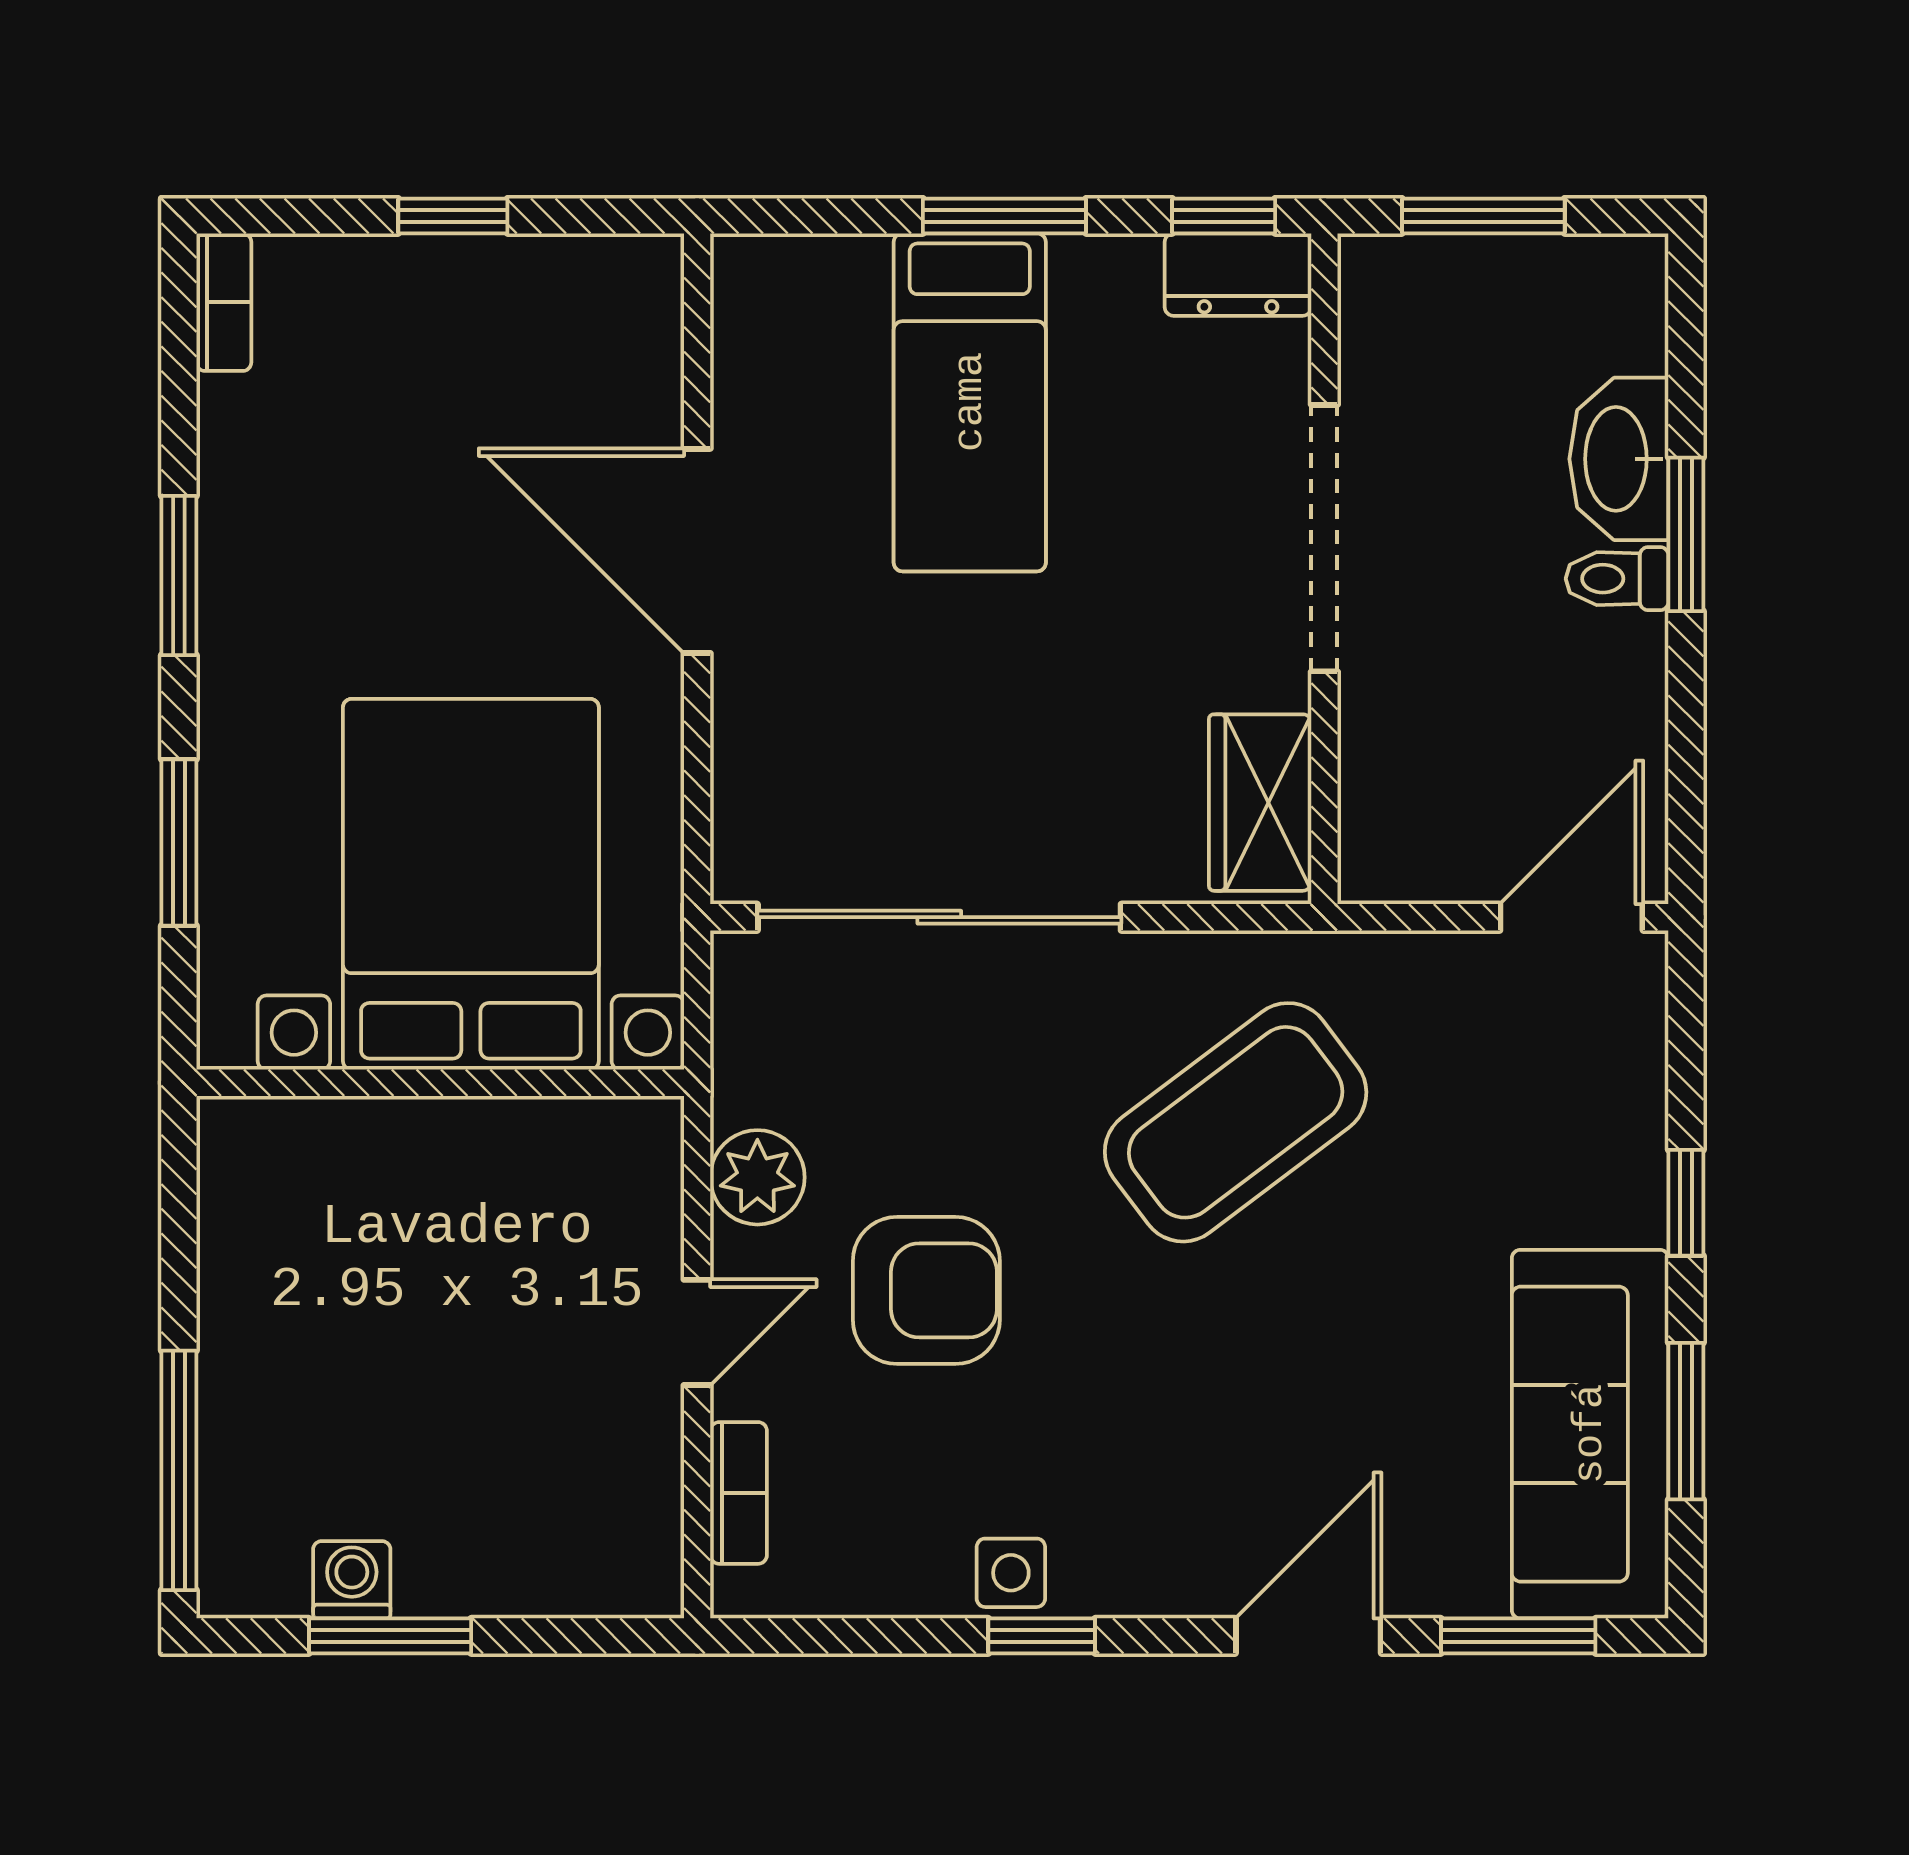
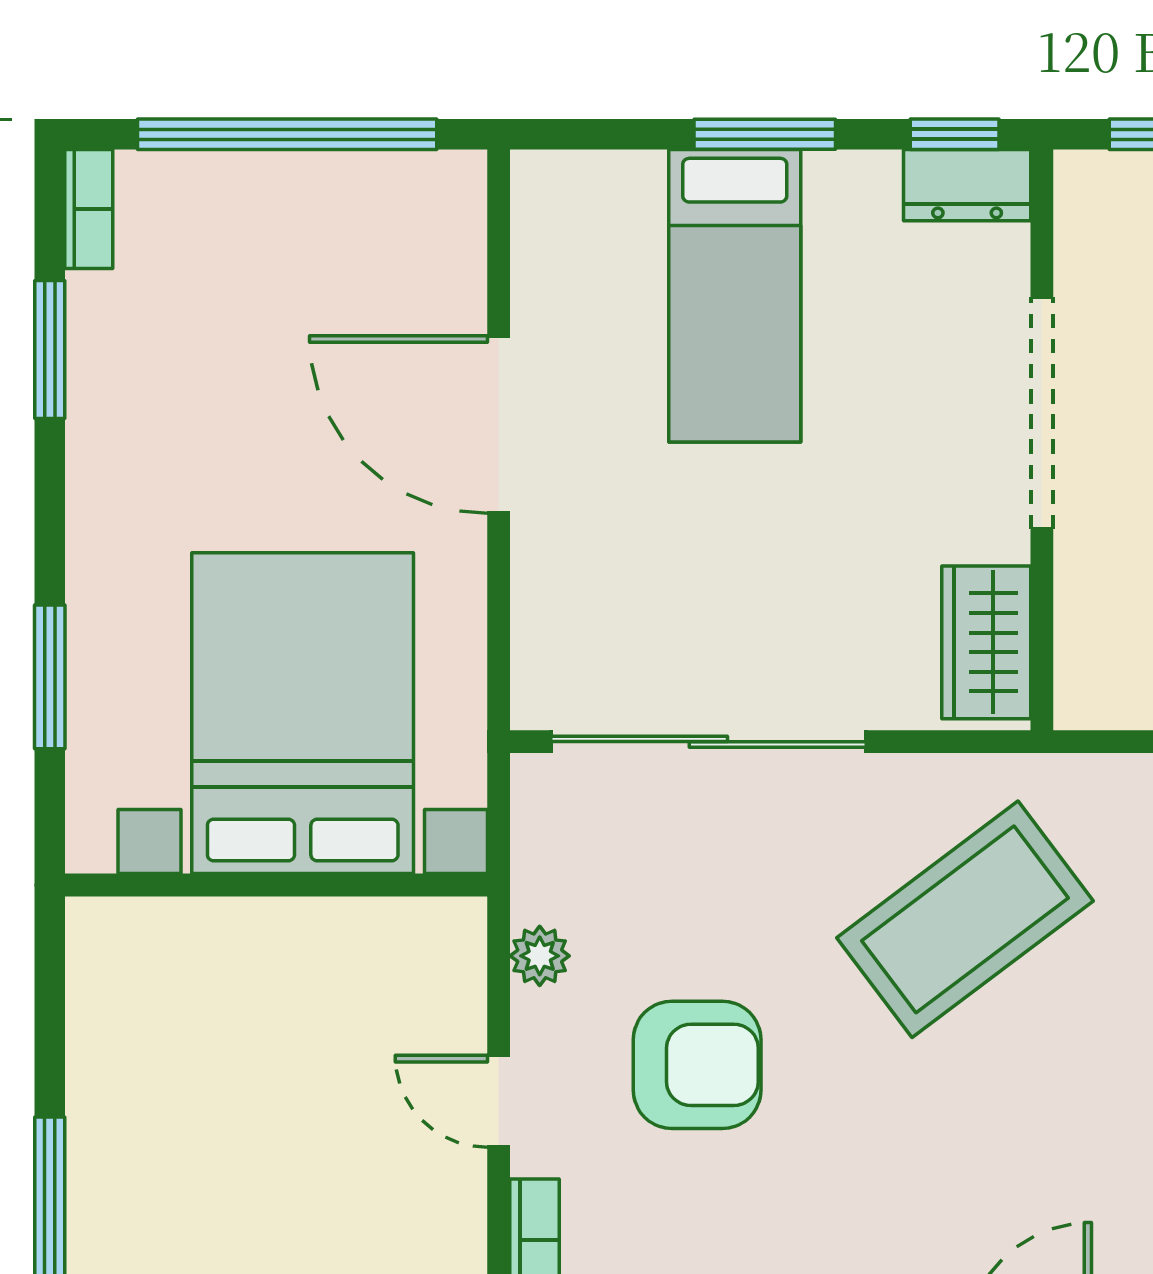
window: (453, 216) -> (287, 134), width x3.17
window: (179, 575) -> (50, 349), moved
plant: (757, 1177) -> (540, 956), width x0.73, depth x0.73
door: (697, 1332) -> (499, 1101), swing flipped

